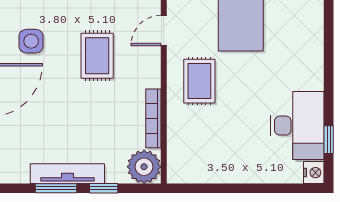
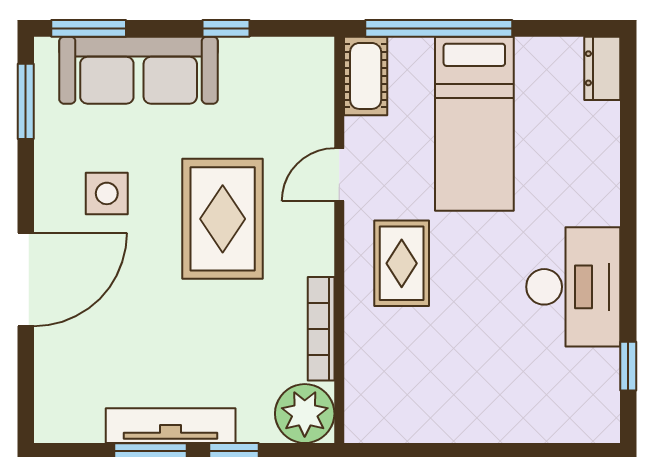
rug: (97, 56) -> (223, 219), width x1.36, depth x1.43
desk: (297, 126) -> (573, 287), moved
nightstand: (314, 173) -> (602, 424), removed

